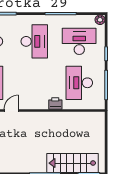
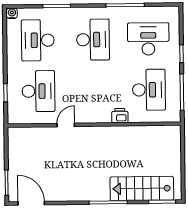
plant: (100, 20) -> (173, 12), removed
desk: (79, 83) -> (149, 90), turned 180

